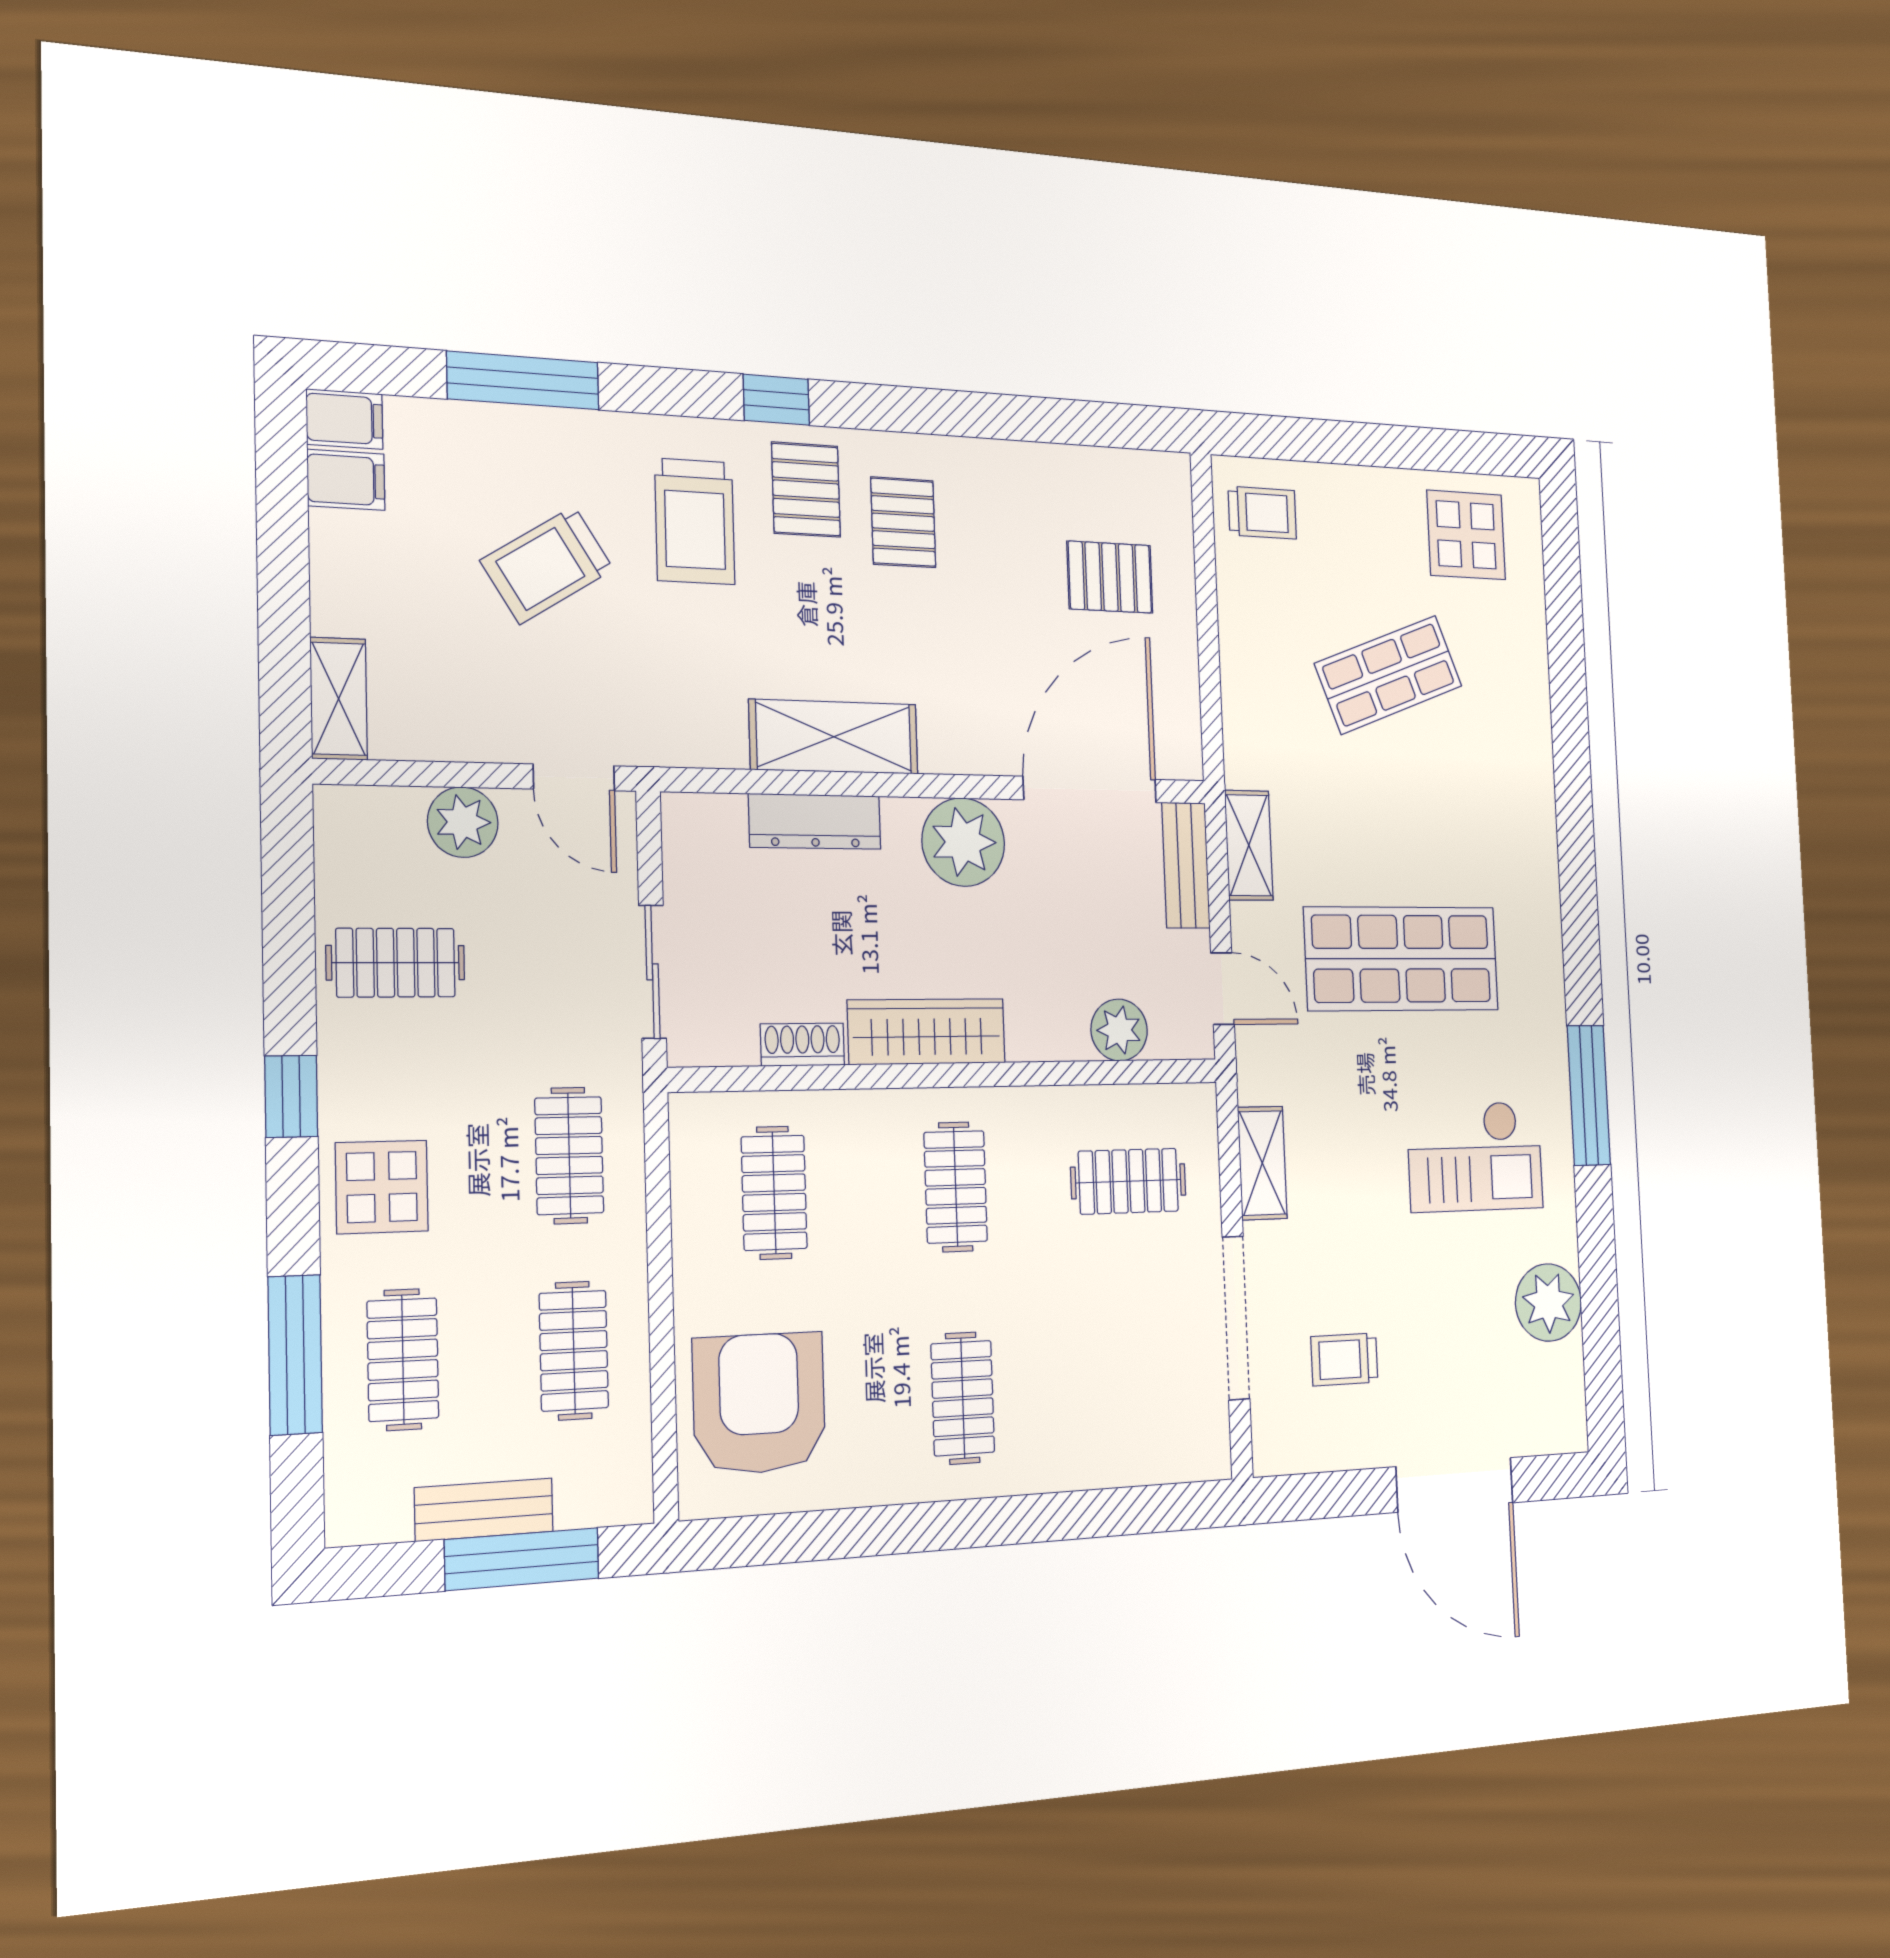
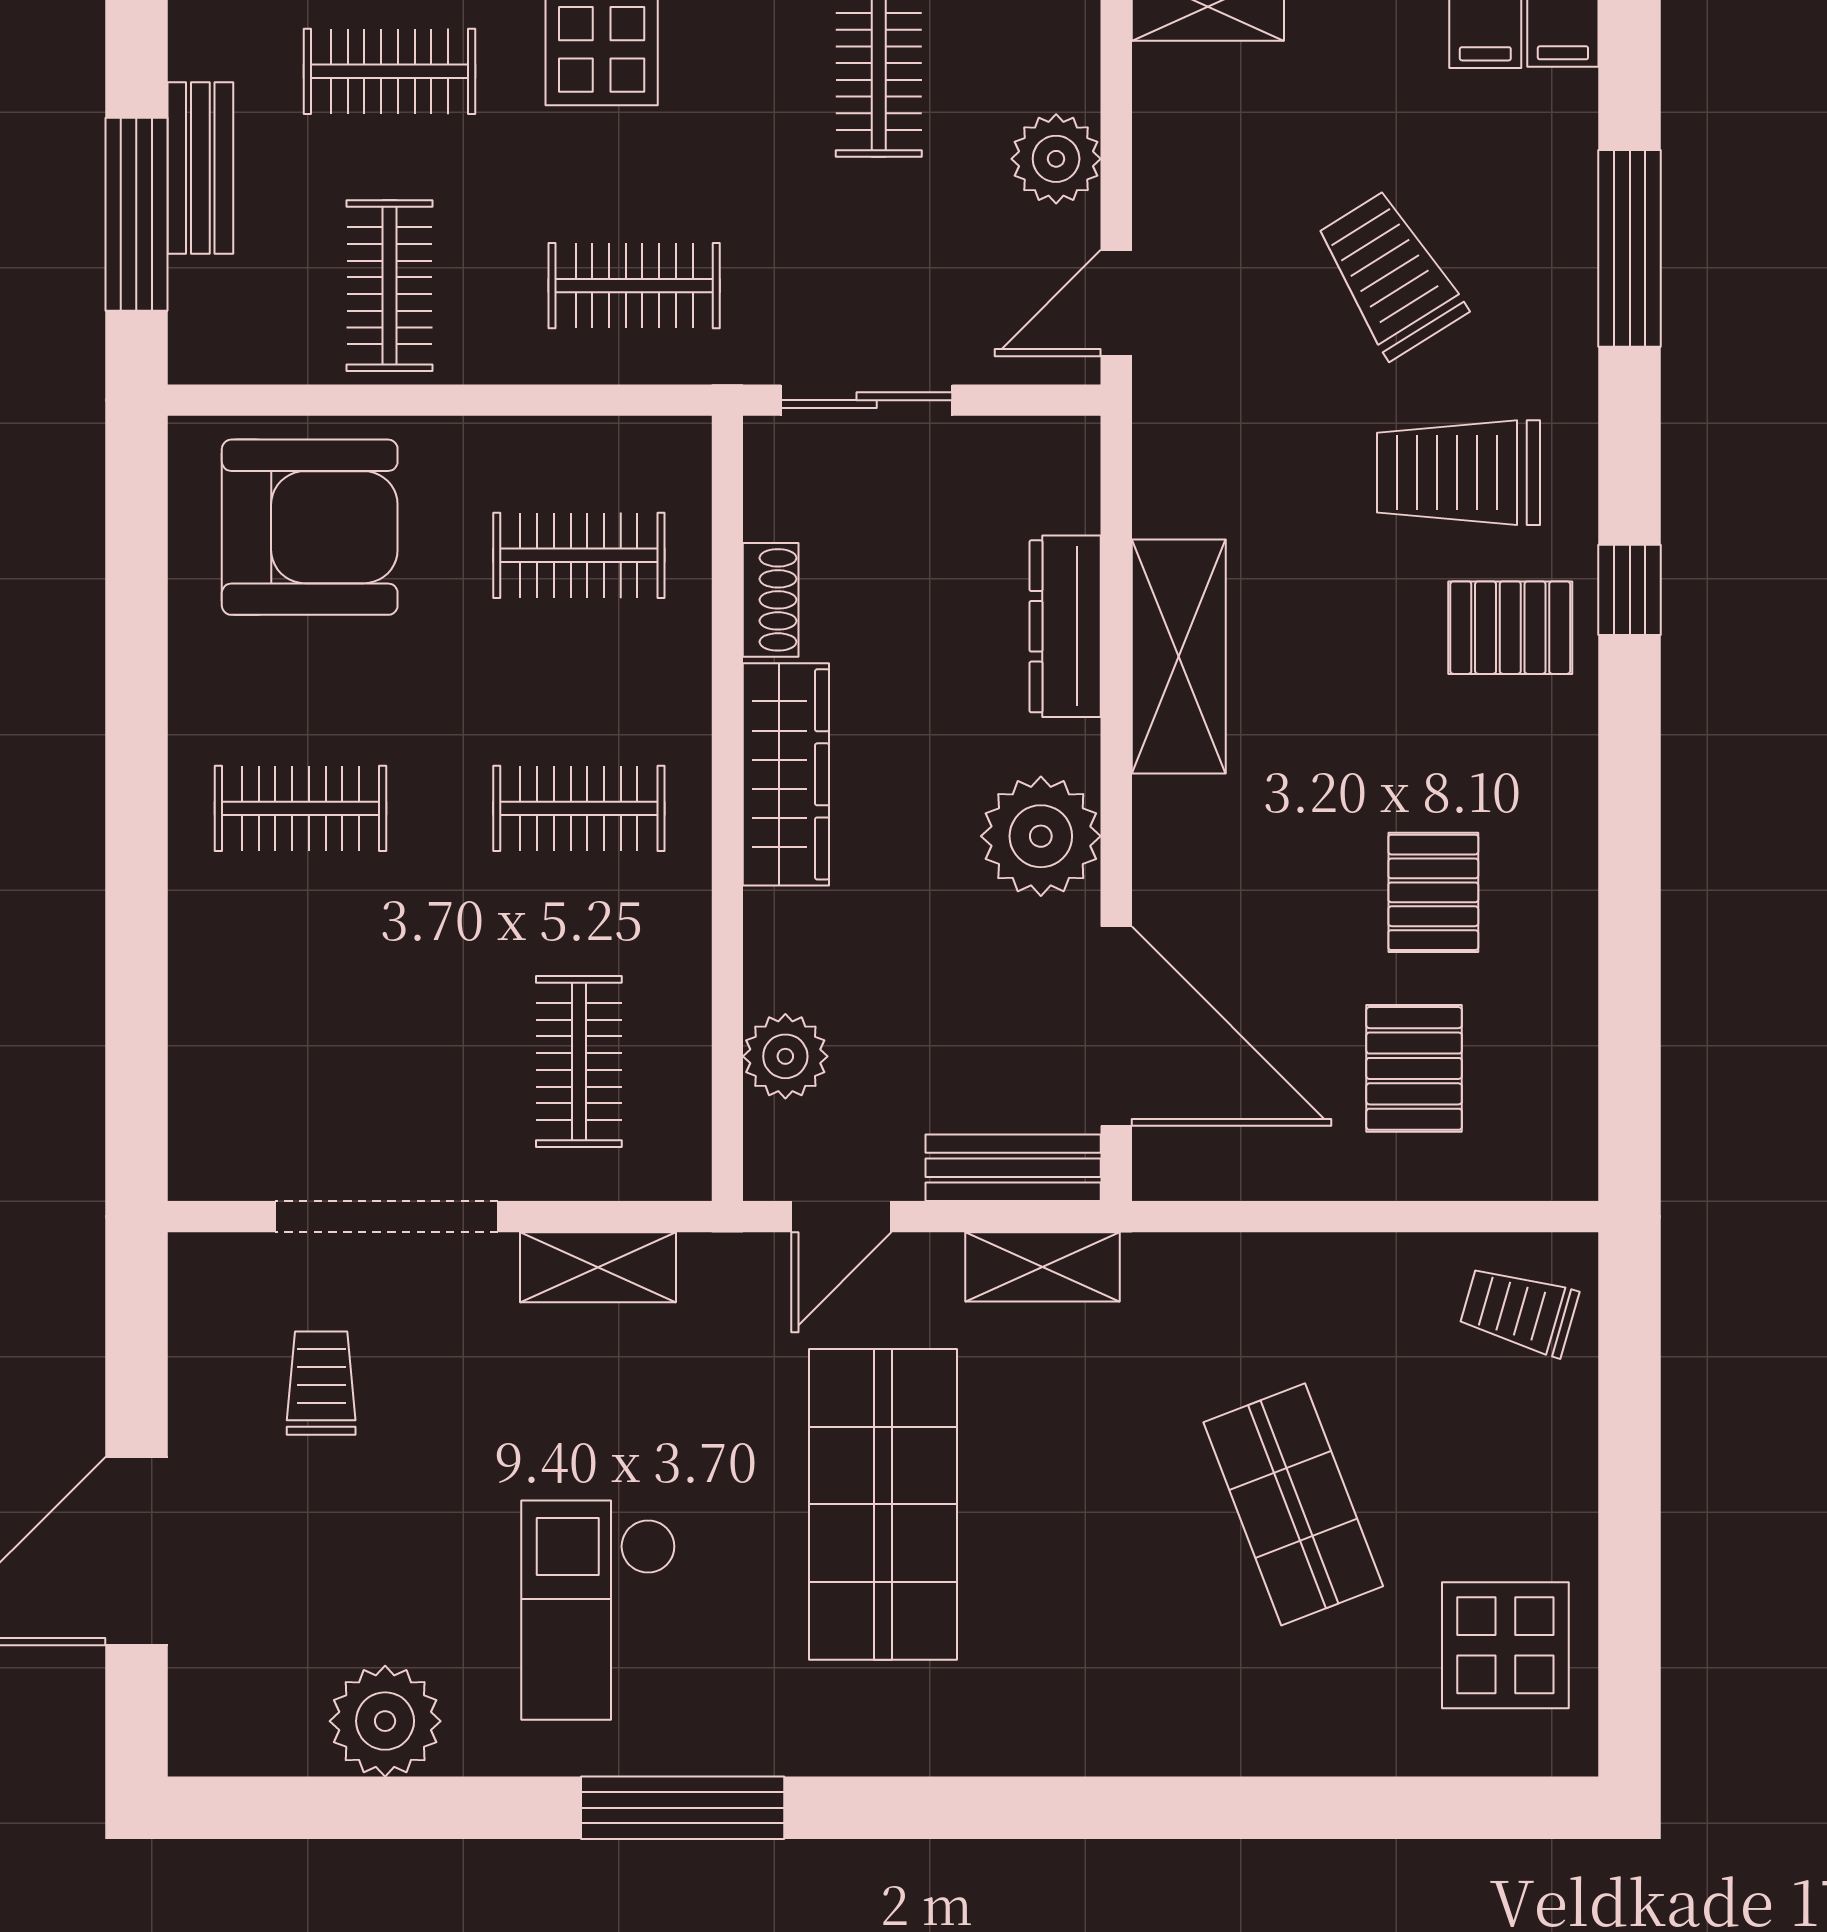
trolley: (1262, 513) -> (1519, 1311), turned 106
pallet: (903, 522) -> (1433, 892), moved, turned 90
clothes rail: (574, 1351) -> (389, 286), turned 90

